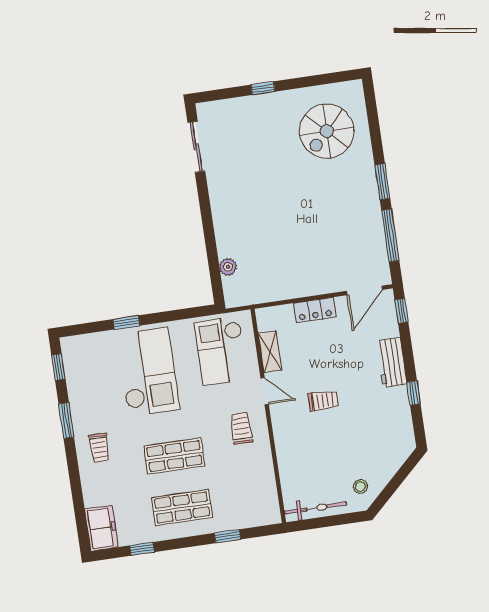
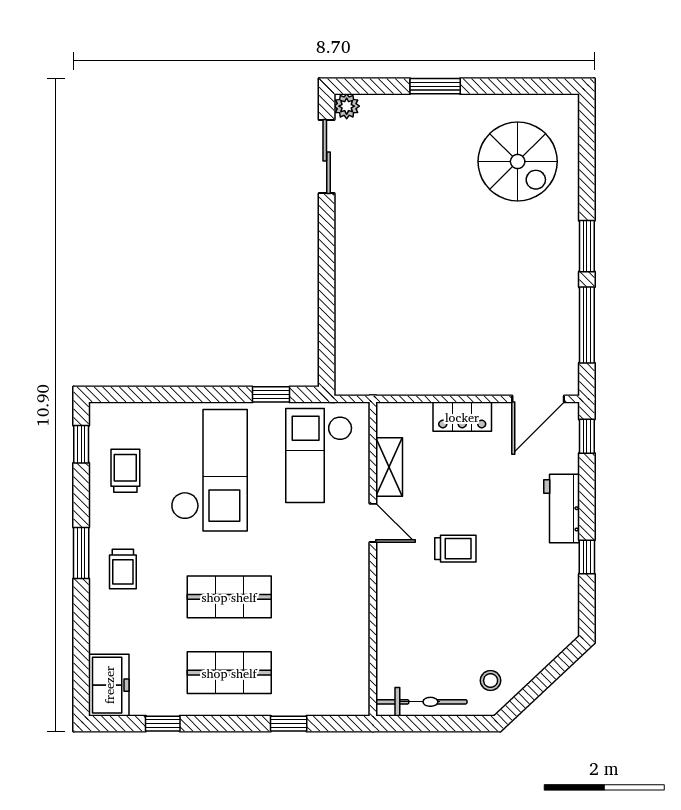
window: (263, 88) -> (435, 86), width x1.50
spiral stairs: (327, 131) -> (518, 161), turned -90
plant: (228, 267) -> (347, 106), moved
window: (126, 322) -> (271, 394), moved
window: (66, 421) -> (81, 553), moved
trolley: (241, 428) -> (125, 471), moved

